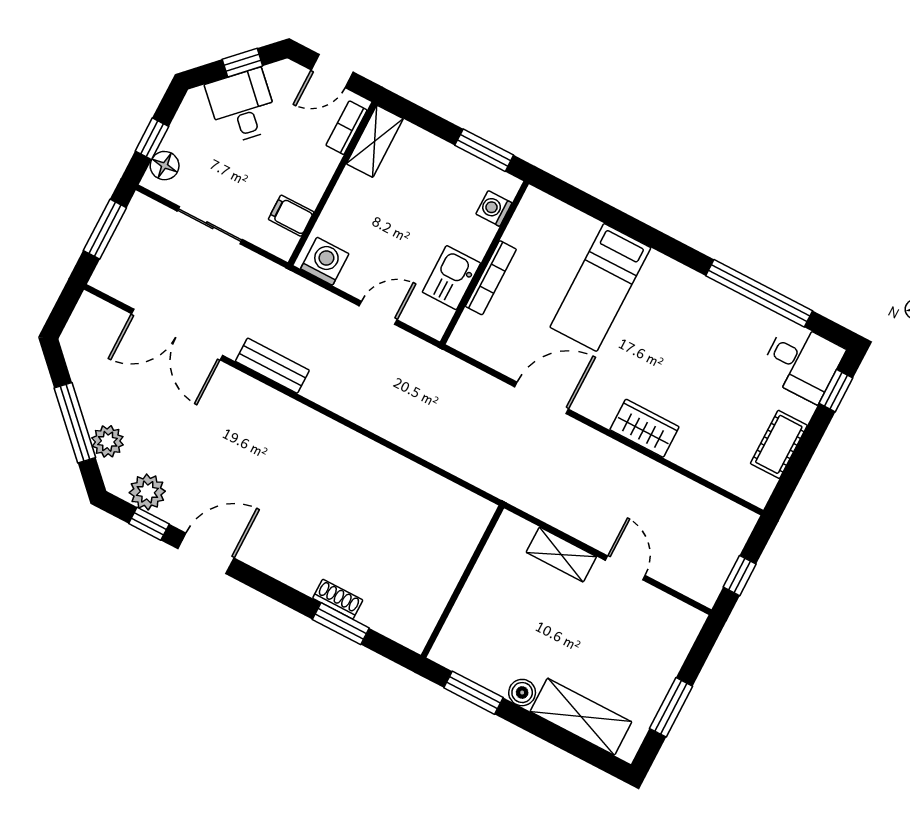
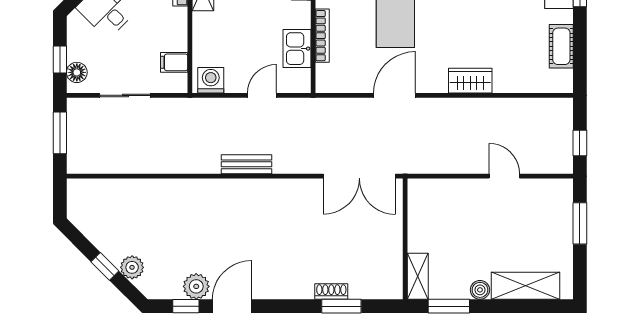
double door: (177, 335) -> (359, 176), moved
bench: (272, 366) -> (247, 164), moved
window: (75, 423) -> (105, 266), width x0.46
plant: (147, 492) -> (196, 286), moved
shelving: (561, 555) -> (418, 276), moved, turned 90
window: (671, 707) -> (580, 223), moved

